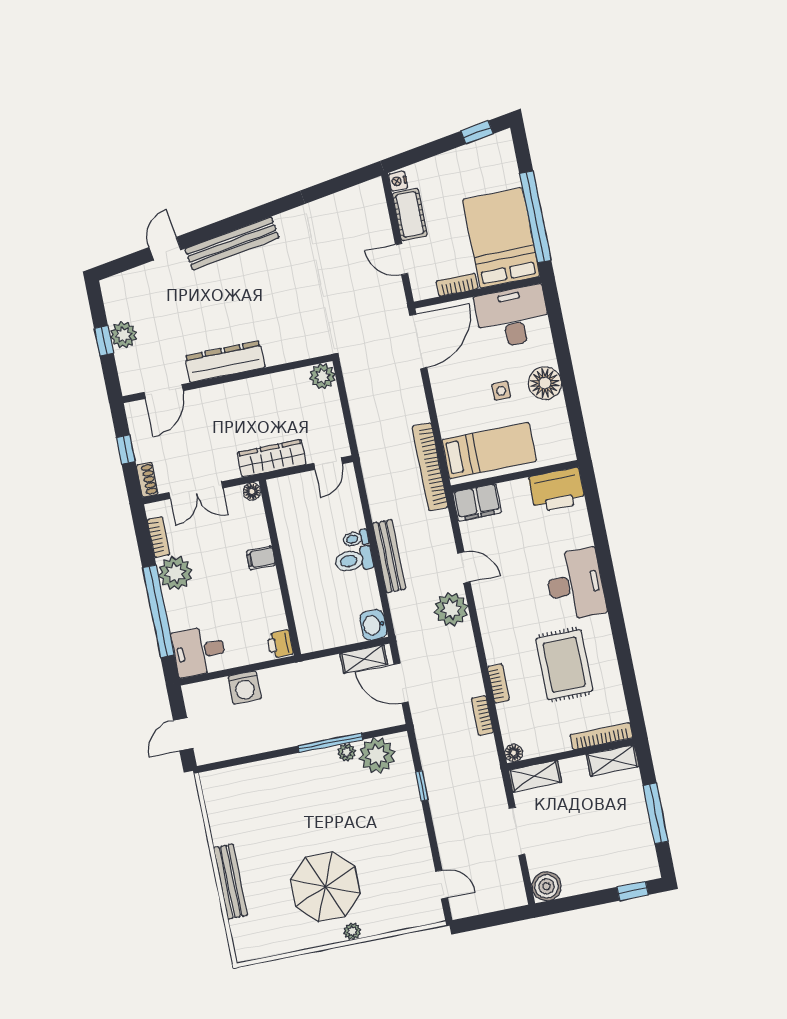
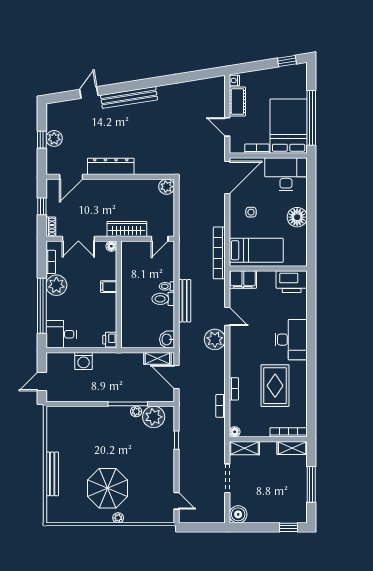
side table: (501, 391) -> (251, 212), moved

